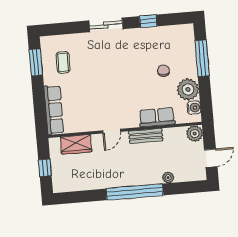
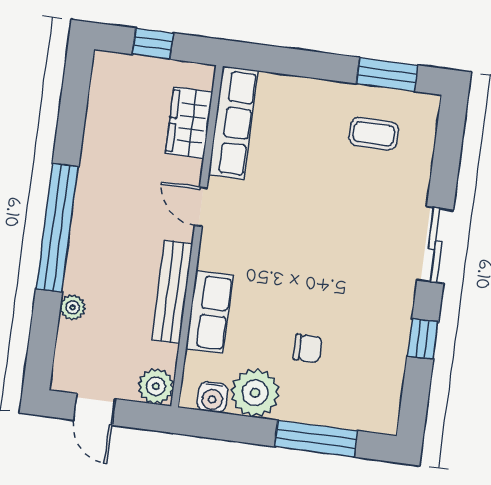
row of seats: (54, 110) -> (233, 123), moved, turned -90
bench: (146, 136) -> (172, 292), width x1.36

